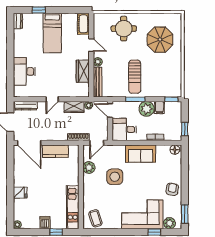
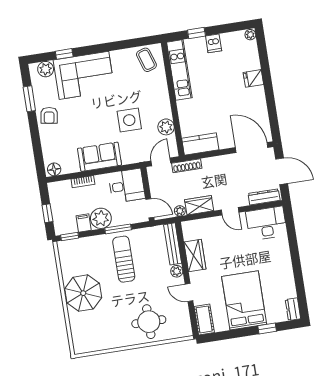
bed: (52, 33) -> (244, 300), width x1.50
parasol: (160, 40) -> (83, 293), moved
desk: (24, 71) -> (266, 223), moved, turned -90
door: (52, 99) -> (230, 211), swing flipped
window: (185, 129) -> (47, 213), moved
kitchen counter: (55, 151) -> (200, 144), moved
window: (185, 214) -> (29, 99), moved

